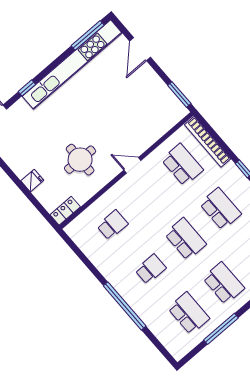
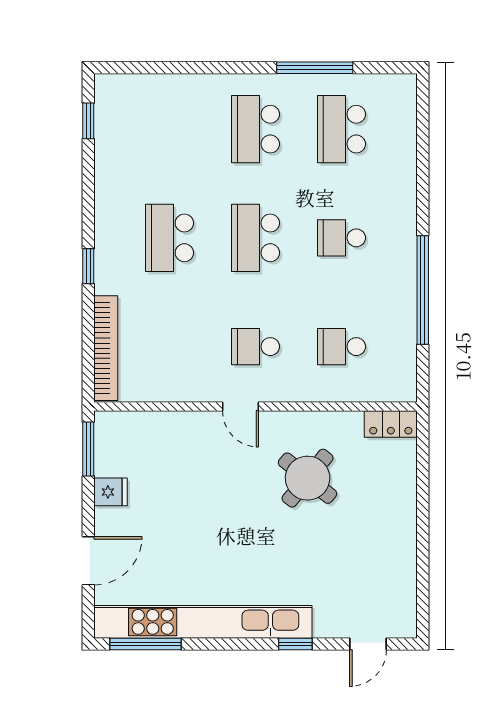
round table: (80, 160) -> (308, 478), turned 38
school desk: (182, 165) -> (256, 347), moved, width x0.54
fridge: (32, 181) -> (111, 492), moved, turned 180
window: (125, 306) -> (423, 290), moved

